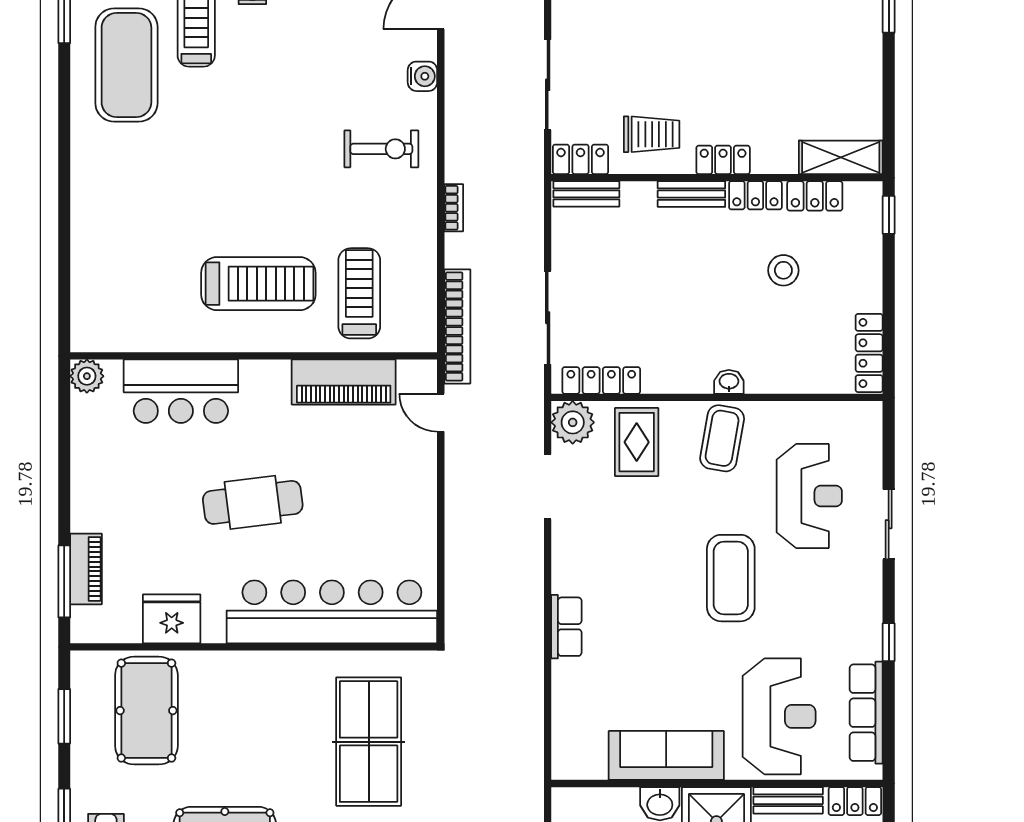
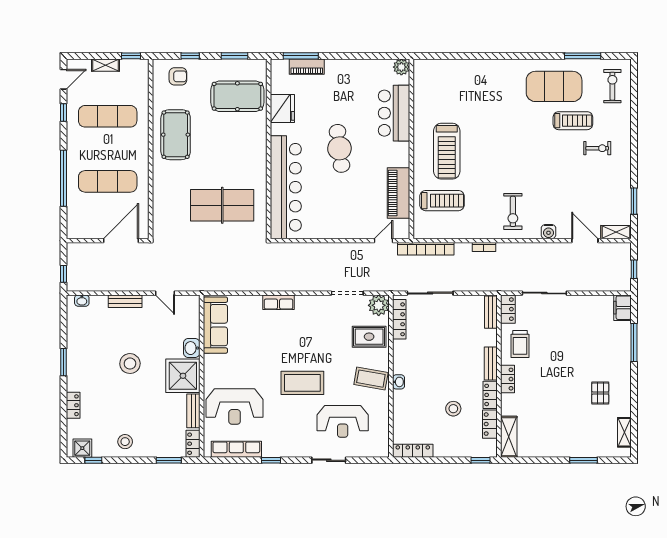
sofa: (666, 755) -> (215, 325), moved

